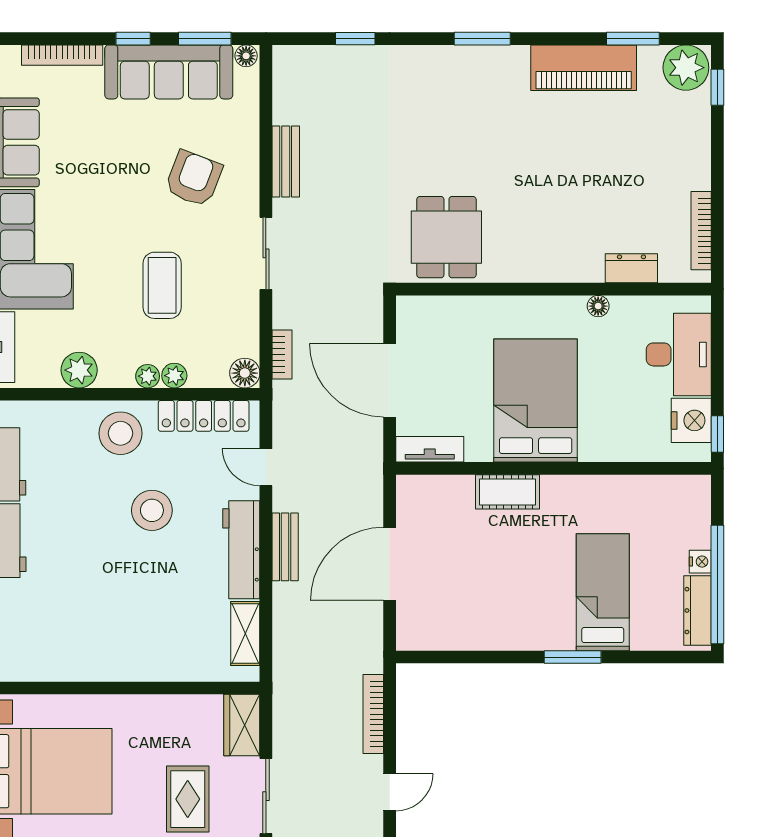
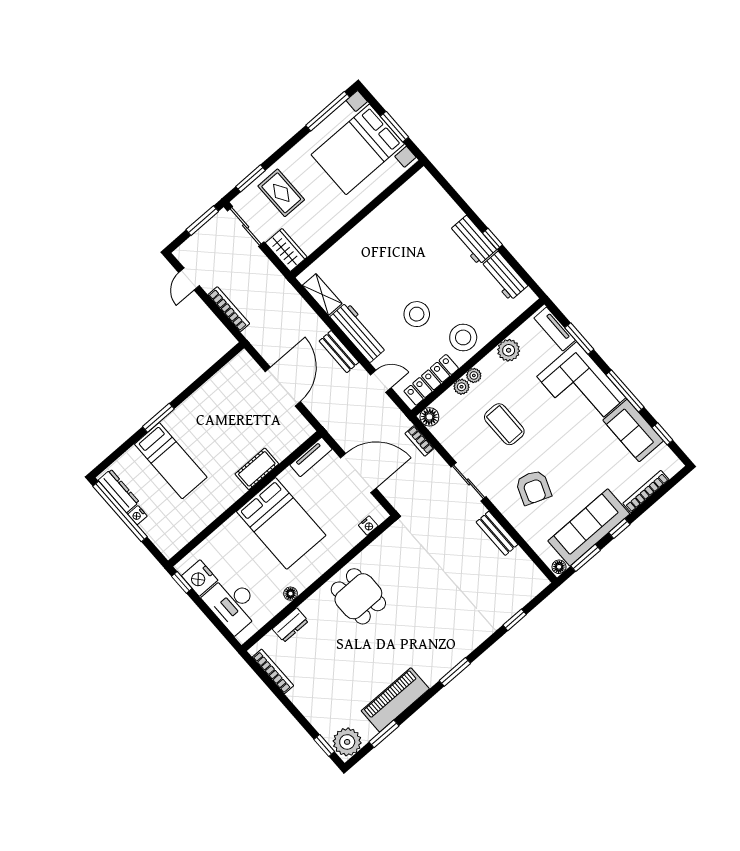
dining table: (446, 237) -> (358, 596), moved
nightstand: (433, 306) -> (368, 526), added

